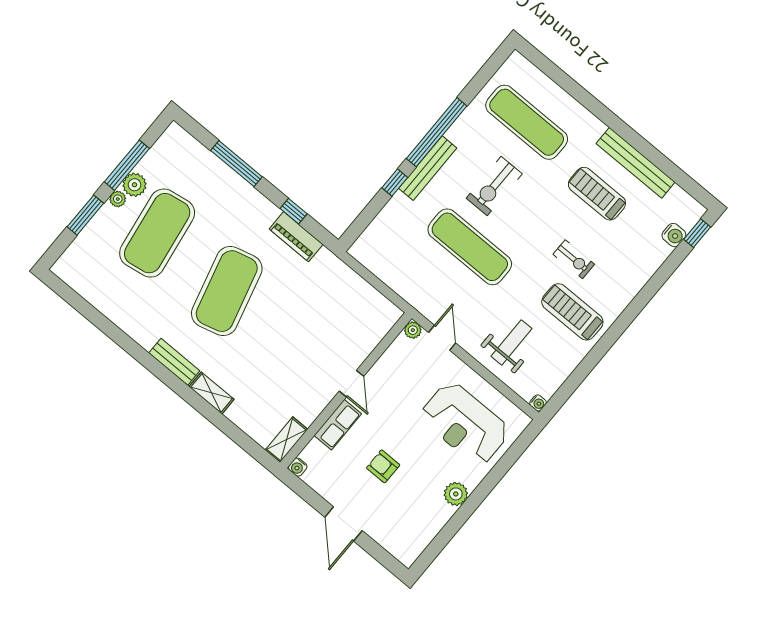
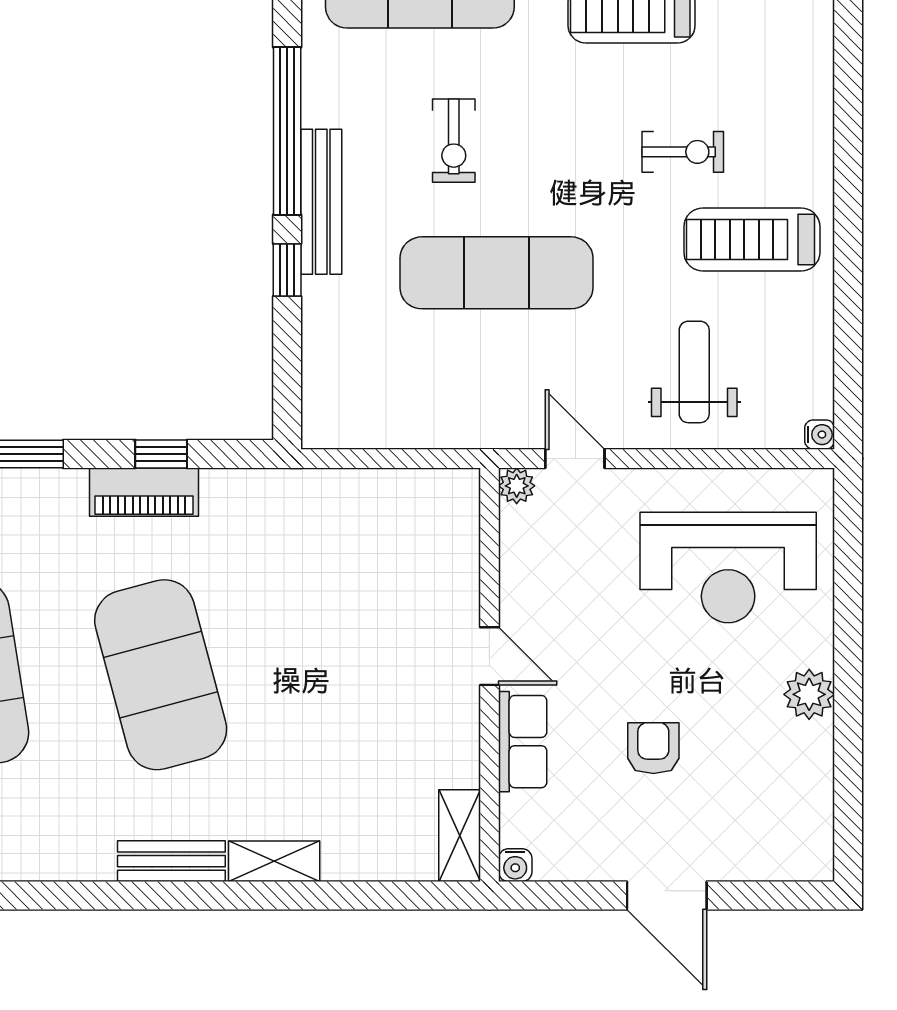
exercise bike: (494, 186) -> (454, 141), width x0.73, depth x0.72
piano: (296, 237) -> (144, 492), moved
armchair: (383, 466) -> (653, 748), turned 90

